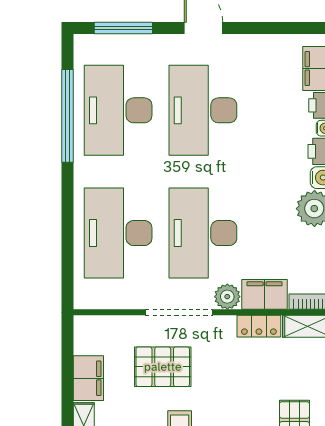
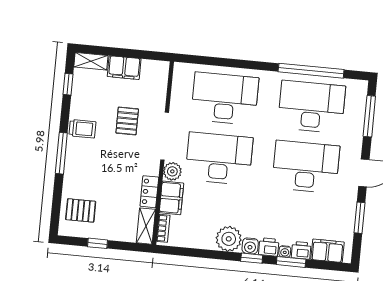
window: (267, 28) -> (360, 218), added
pallet: (163, 367) -> (127, 121), width x0.67, depth x0.71

